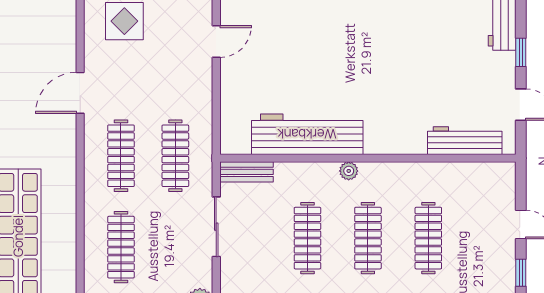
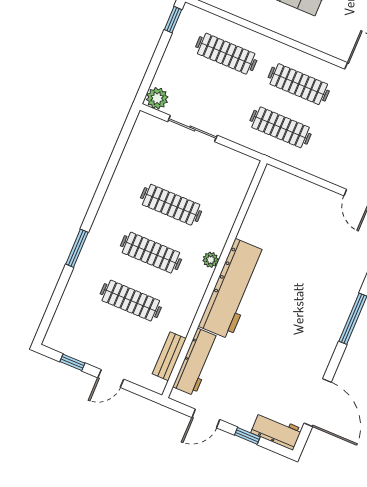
workbench: (307, 134) -> (233, 289), moved
bench: (247, 172) -> (169, 356), moved
sliding door: (216, 227) -> (192, 128), moved

